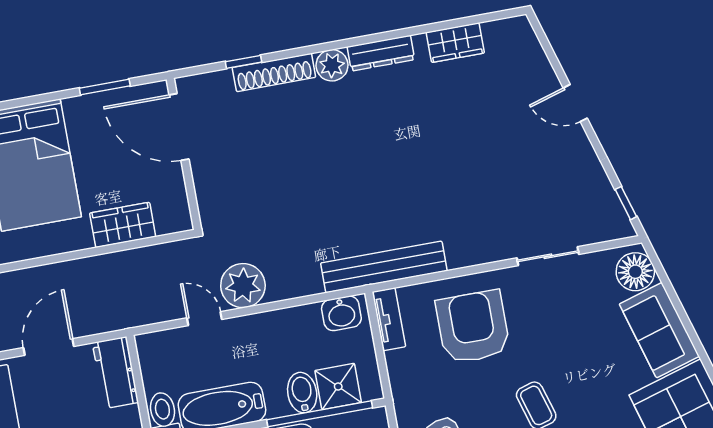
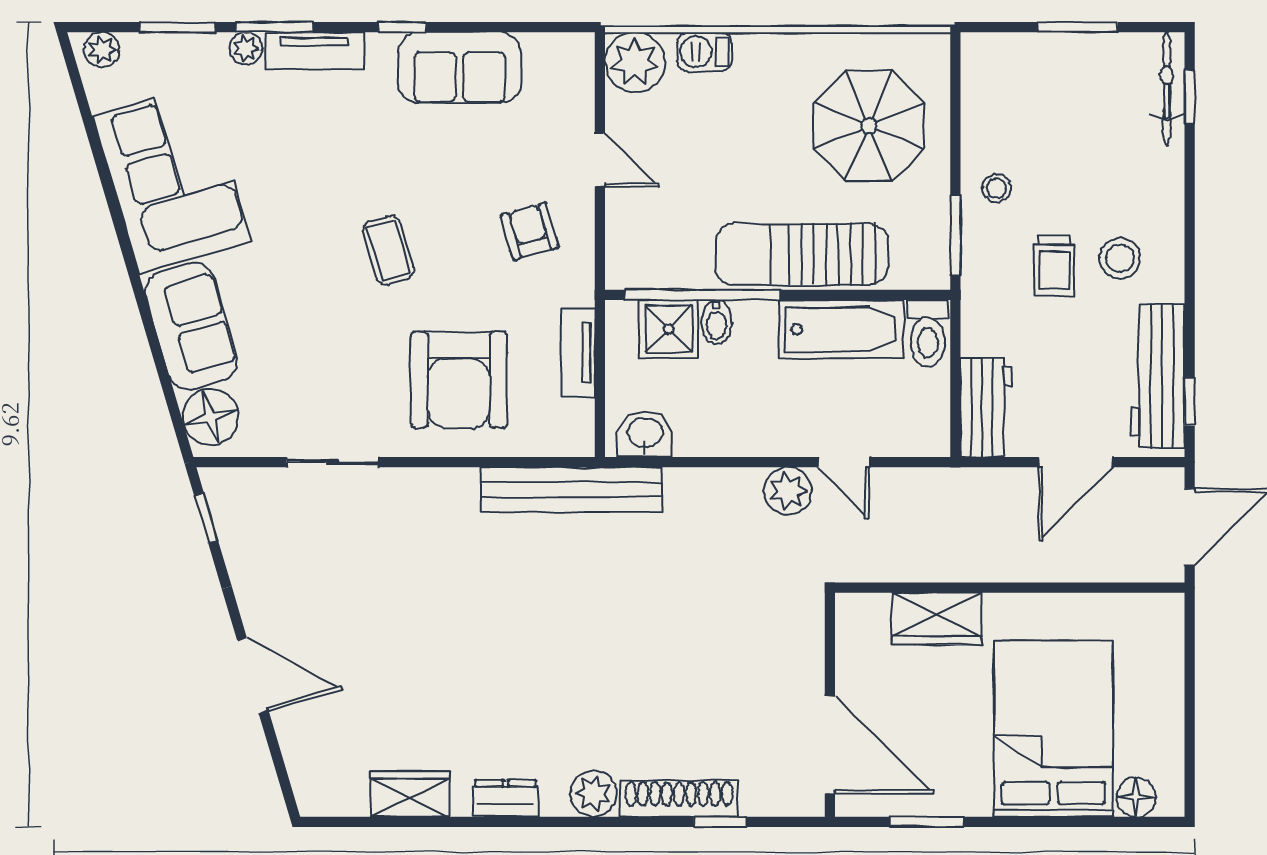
dresser: (381, 53) -> (506, 798), width x0.70
door: (575, 103) -> (253, 676), width x1.38
plant: (243, 286) -> (788, 491), width x0.73, depth x0.73
tv unit: (389, 319) -> (578, 353), moved
bidet: (302, 393) -> (716, 322), width x0.72, depth x0.74

